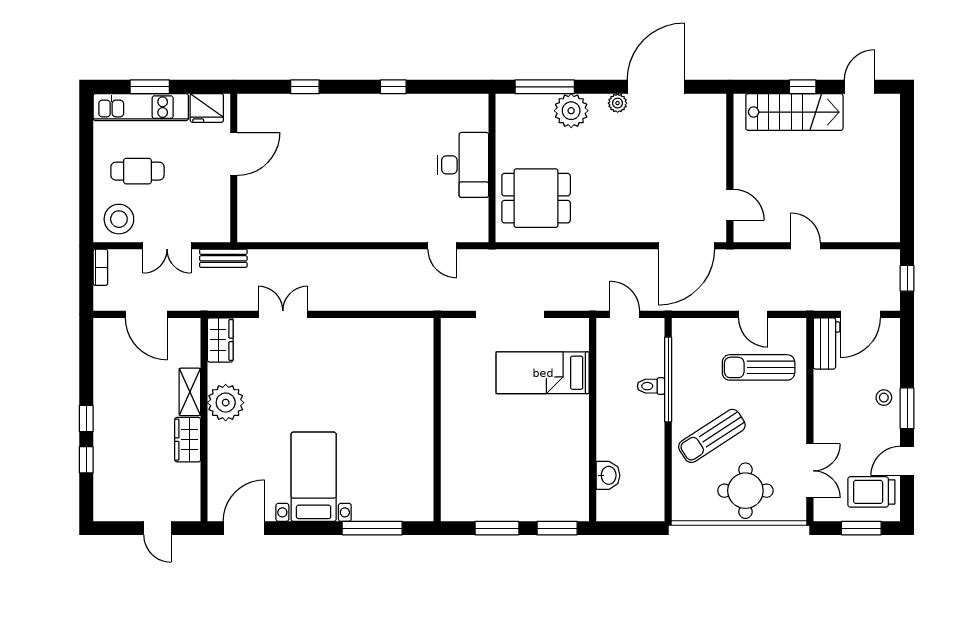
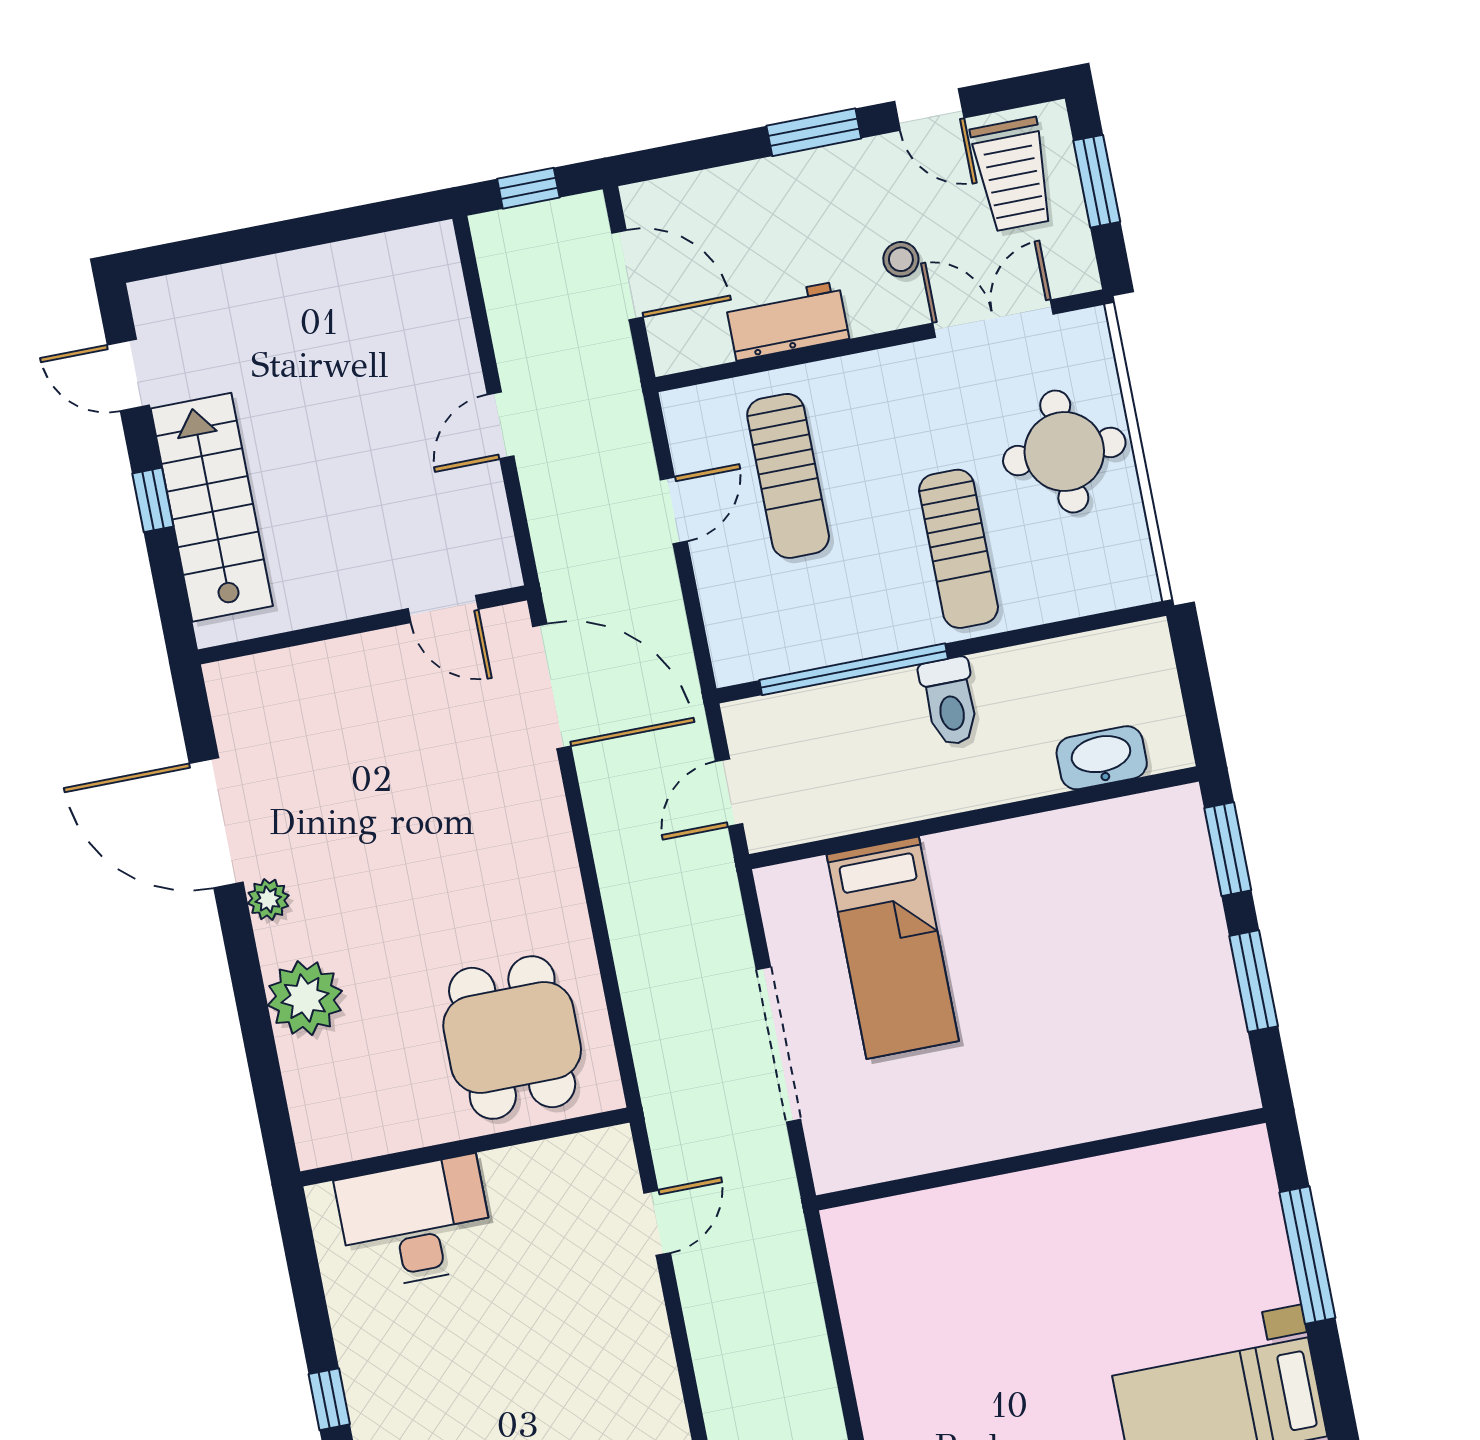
window: (545, 87) -> (264, 1066), removed
desk: (463, 165) -> (415, 1223), moved
door: (730, 205) -> (443, 609), swing flipped
workbench: (827, 343) -> (787, 321), moved
toilet: (651, 386) -> (950, 701), moved, width x1.37, depth x1.39
stool: (884, 398) -> (901, 259), moved
sun lounger: (712, 436) -> (958, 549), turned 33
washbasin: (608, 475) -> (1102, 758), width x1.38

